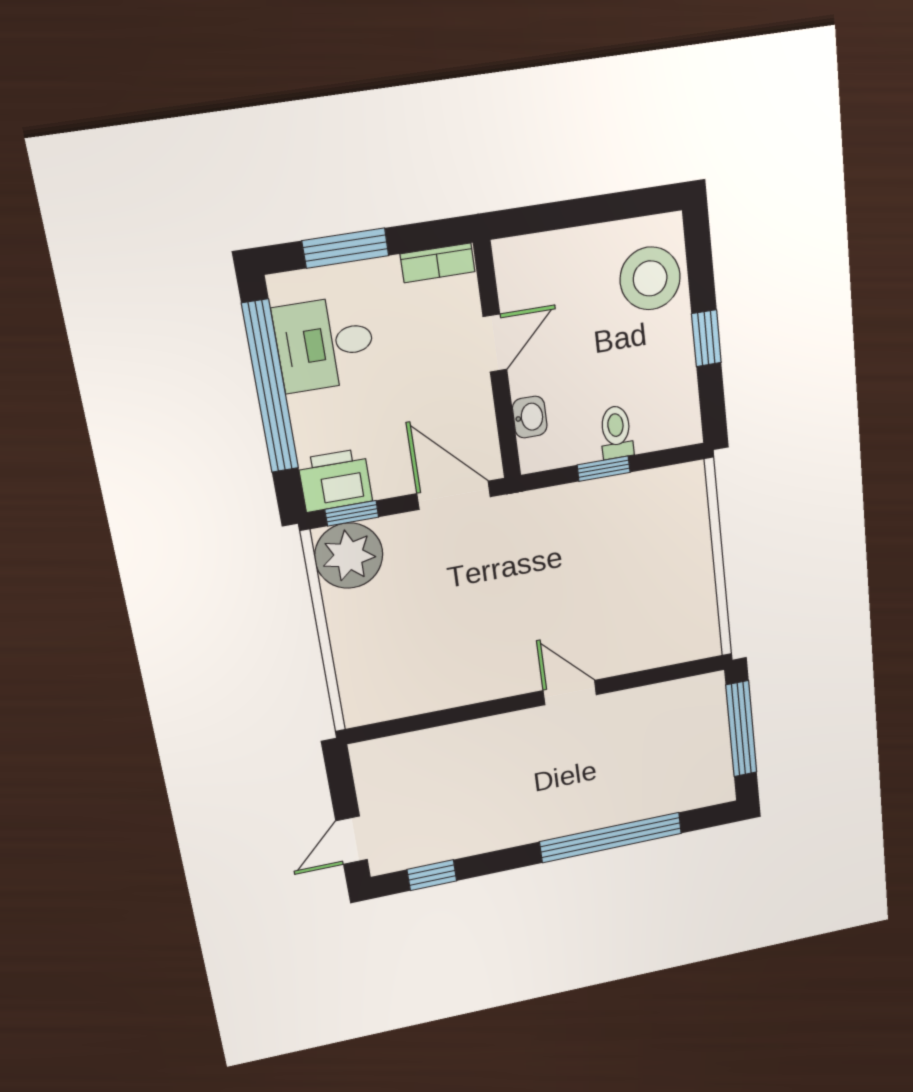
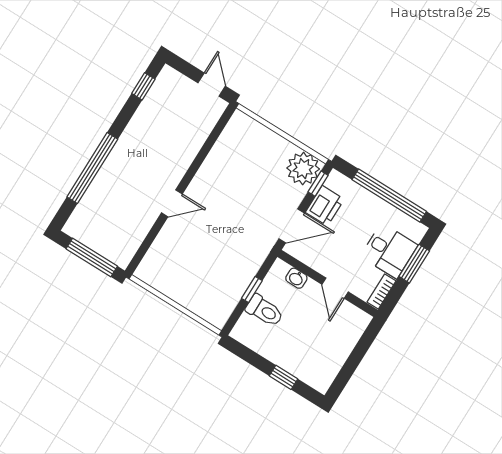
stool: (650, 278) -> (309, 364), removed
window: (706, 338) -> (284, 377), moved
desk: (325, 344) -> (389, 251), moved, turned 90
toilet: (616, 432) -> (265, 311), width x1.37, depth x1.39
printer: (335, 480) -> (325, 206), moved
door: (352, 840) -> (212, 85), moved

